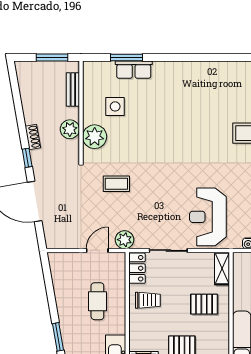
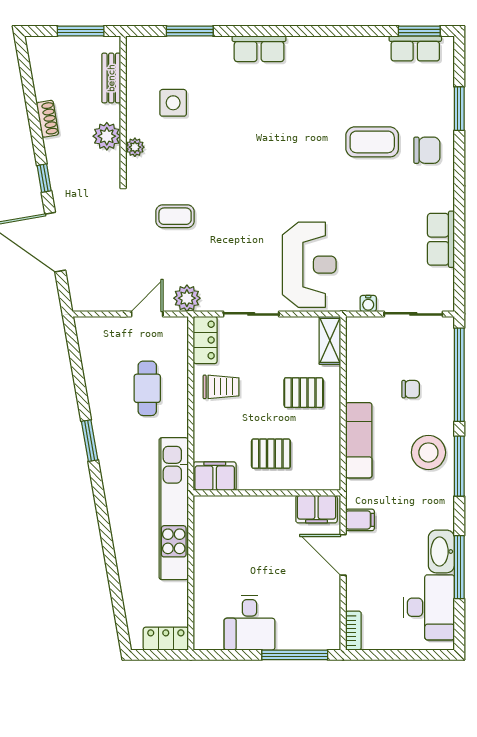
row of seats: (134, 70) -> (259, 49), moved
shoe rack: (33, 137) -> (47, 119), moved
plant: (95, 137) -> (135, 147), width x0.53, depth x0.53
reception desk: (208, 217) -> (309, 265), turned 180

